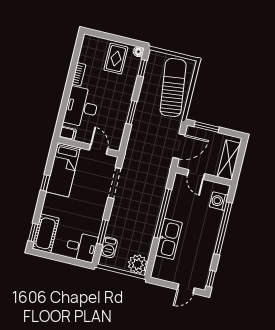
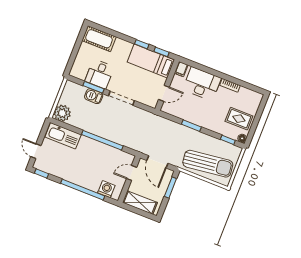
doorway: (115, 183) -> (122, 98), moved
window: (33, 232) -> (161, 52), moved
kitchen sink: (169, 239) -> (63, 136), moved
desk: (82, 247) -> (100, 74), moved
barbecue: (109, 247) -> (94, 96), moved

